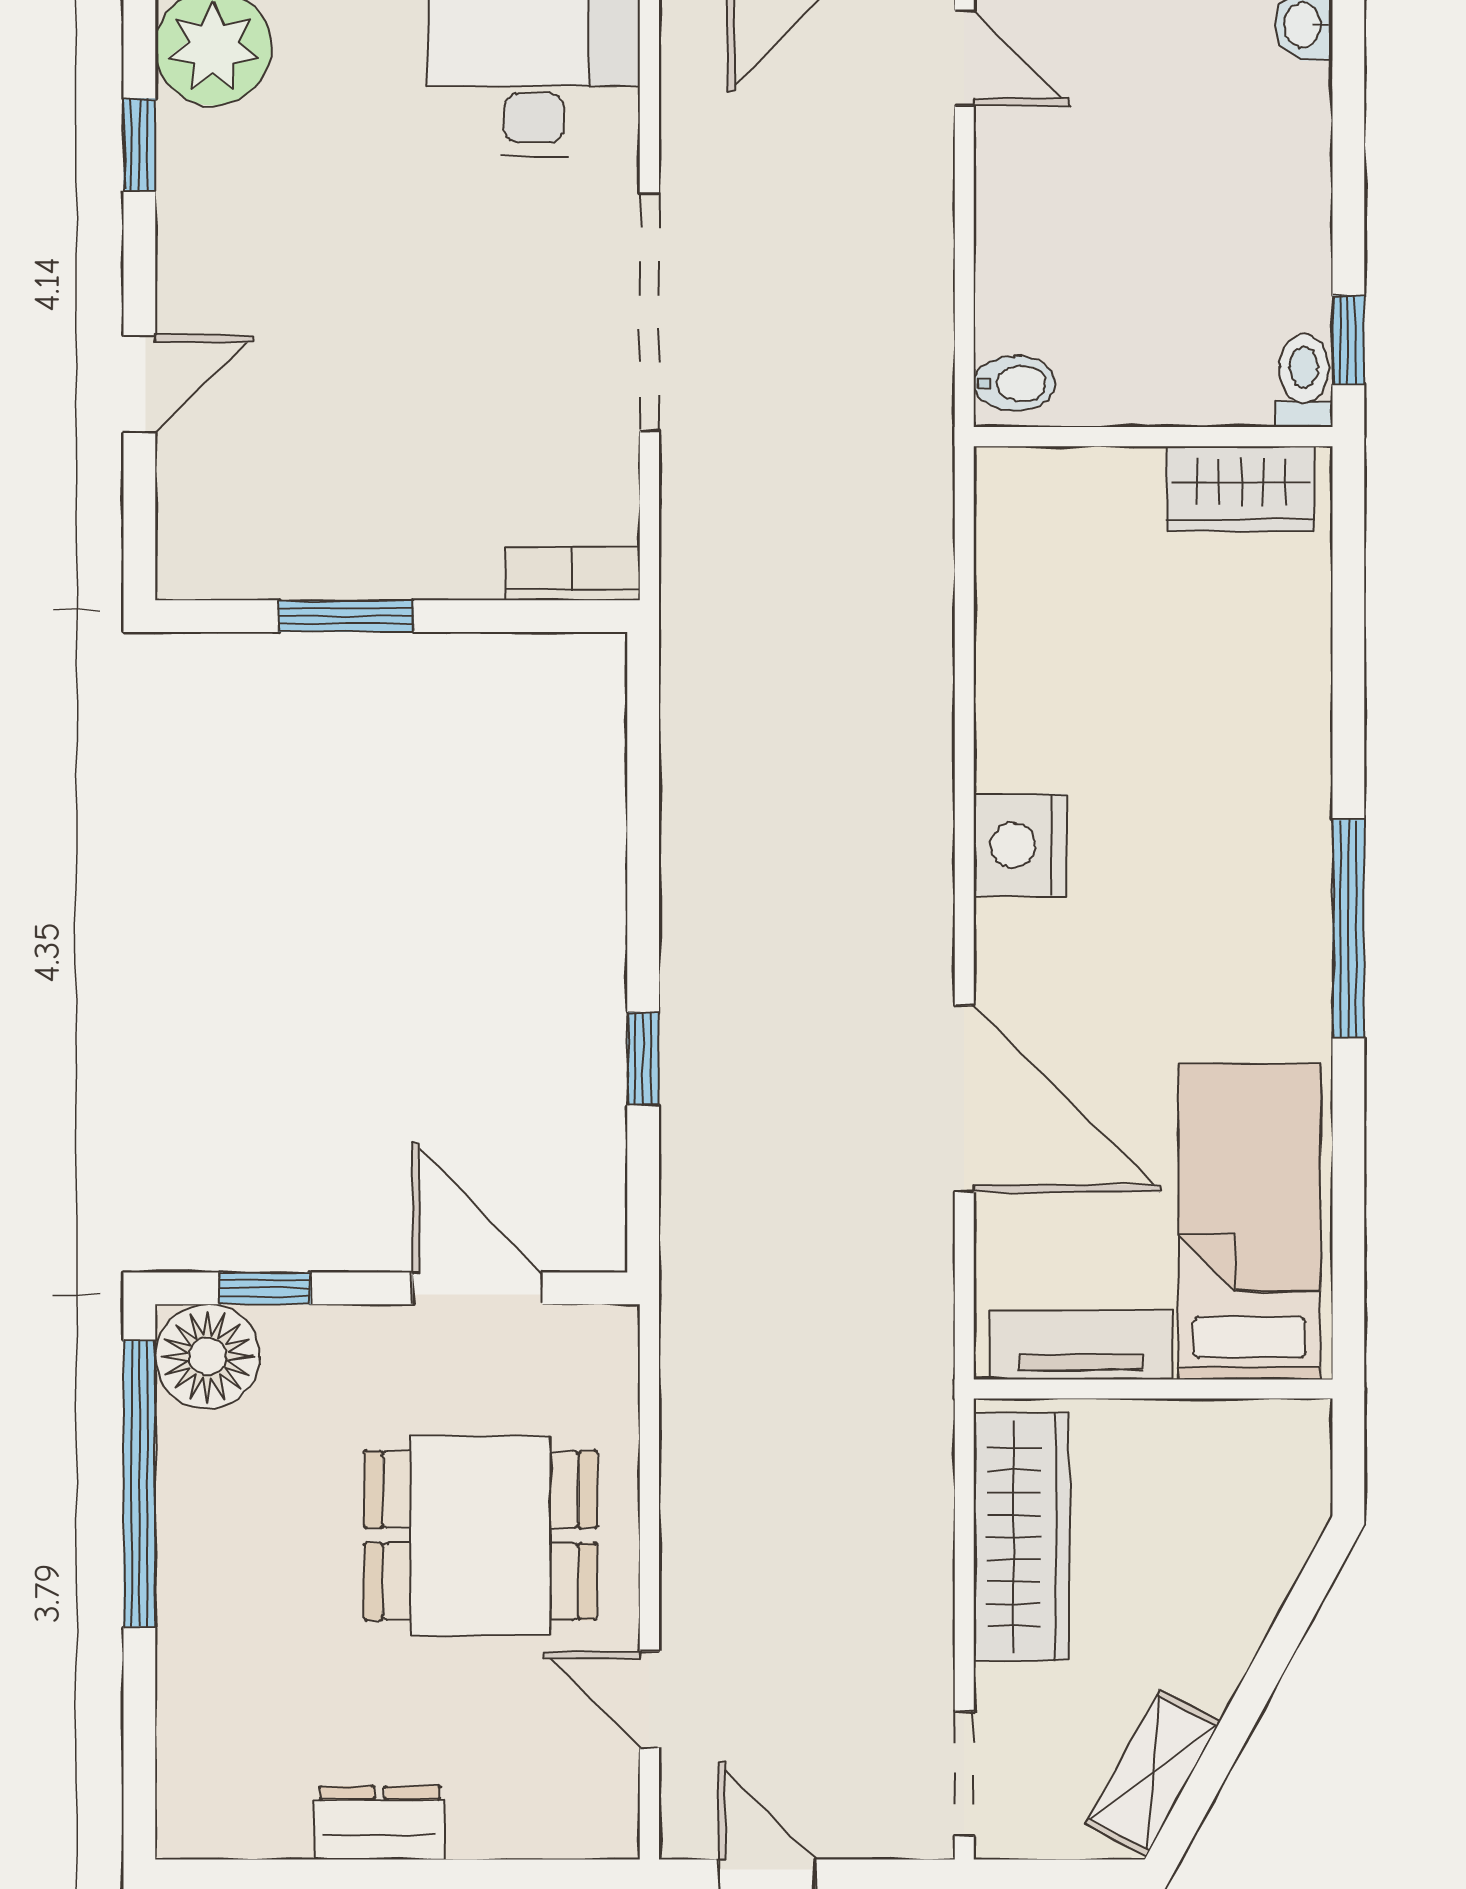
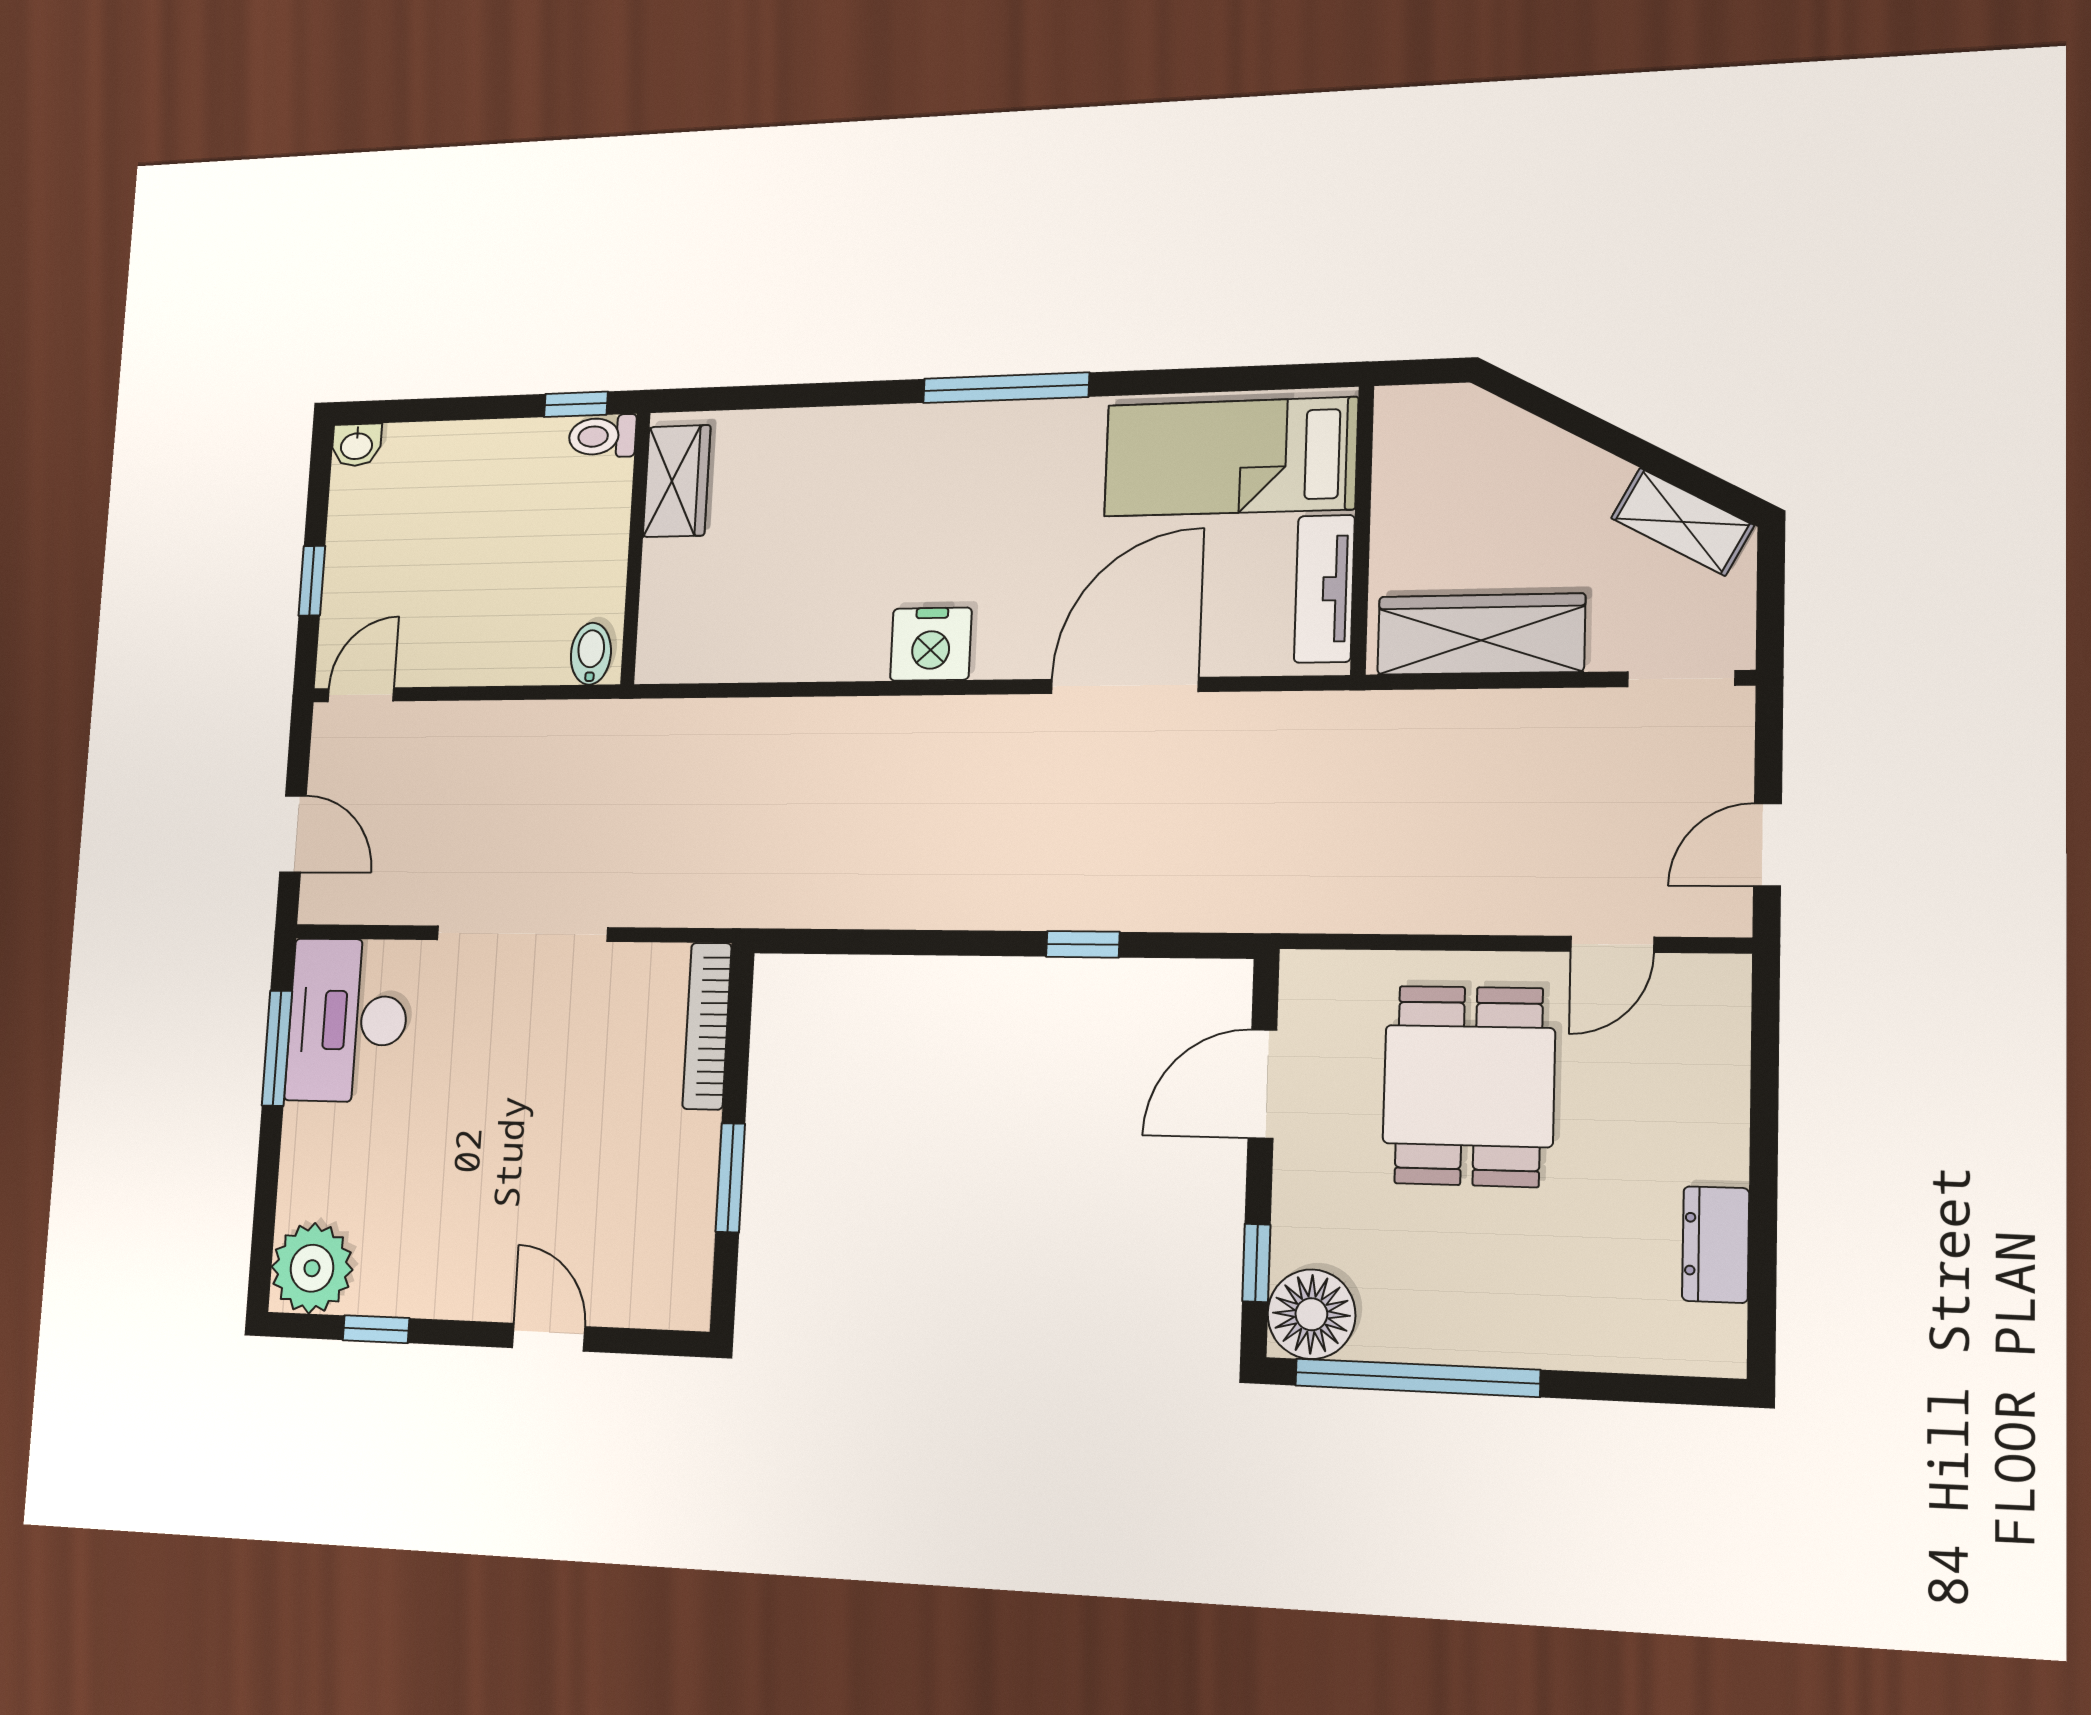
bookcase: (573, 573) -> (707, 1026), width x1.56
dresser: (380, 1823) -> (1716, 1245), moved

